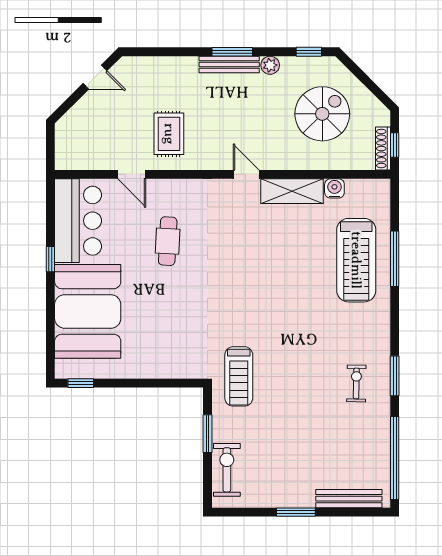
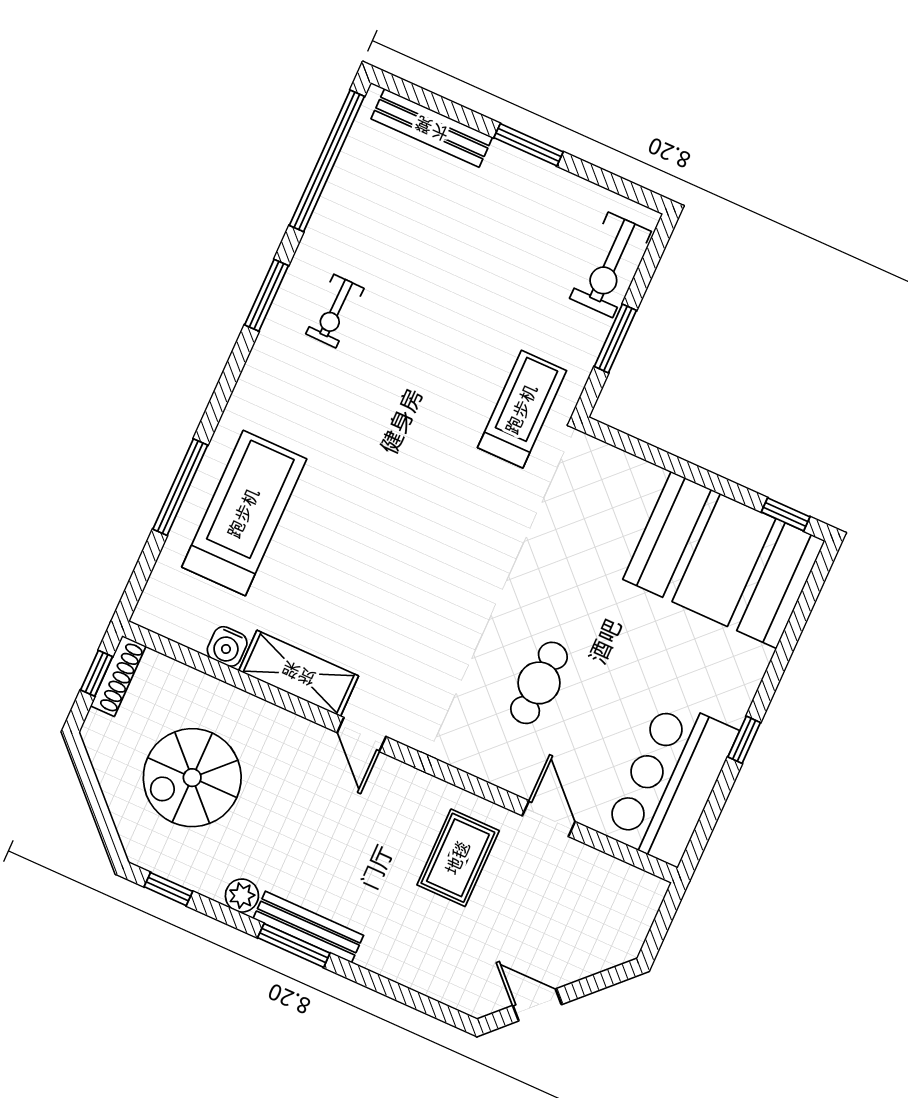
booth: (88, 311) -> (724, 560), moved, turned 90

